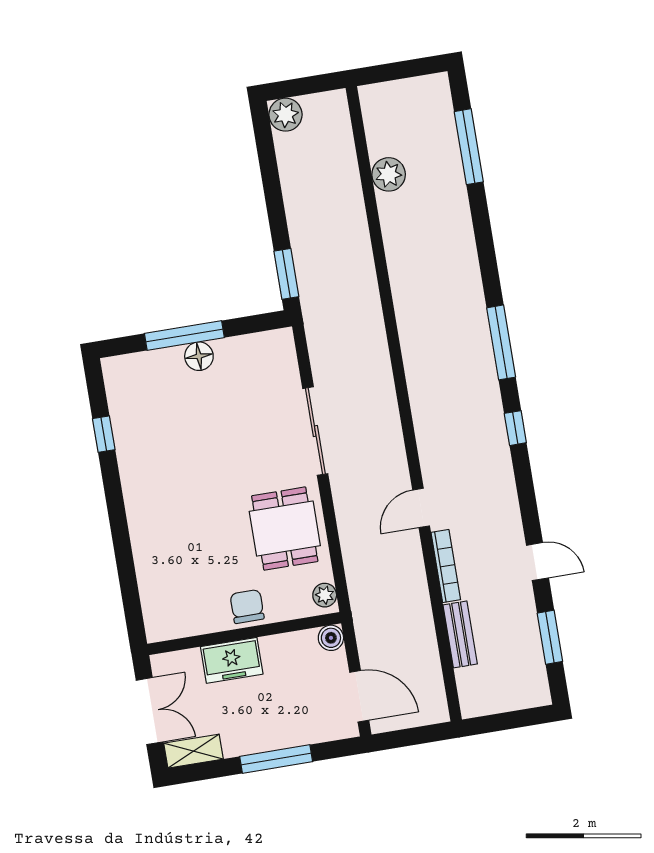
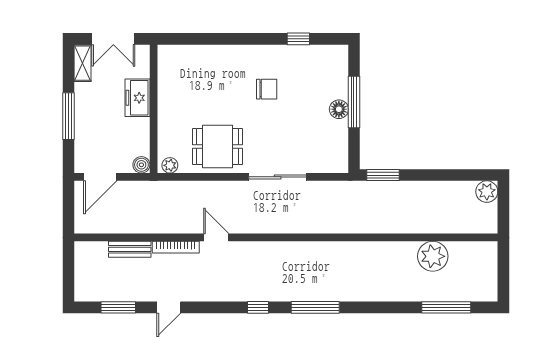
plant: (389, 174) -> (433, 256), width x1.36, depth x1.36
chair: (247, 606) -> (267, 89), moved

